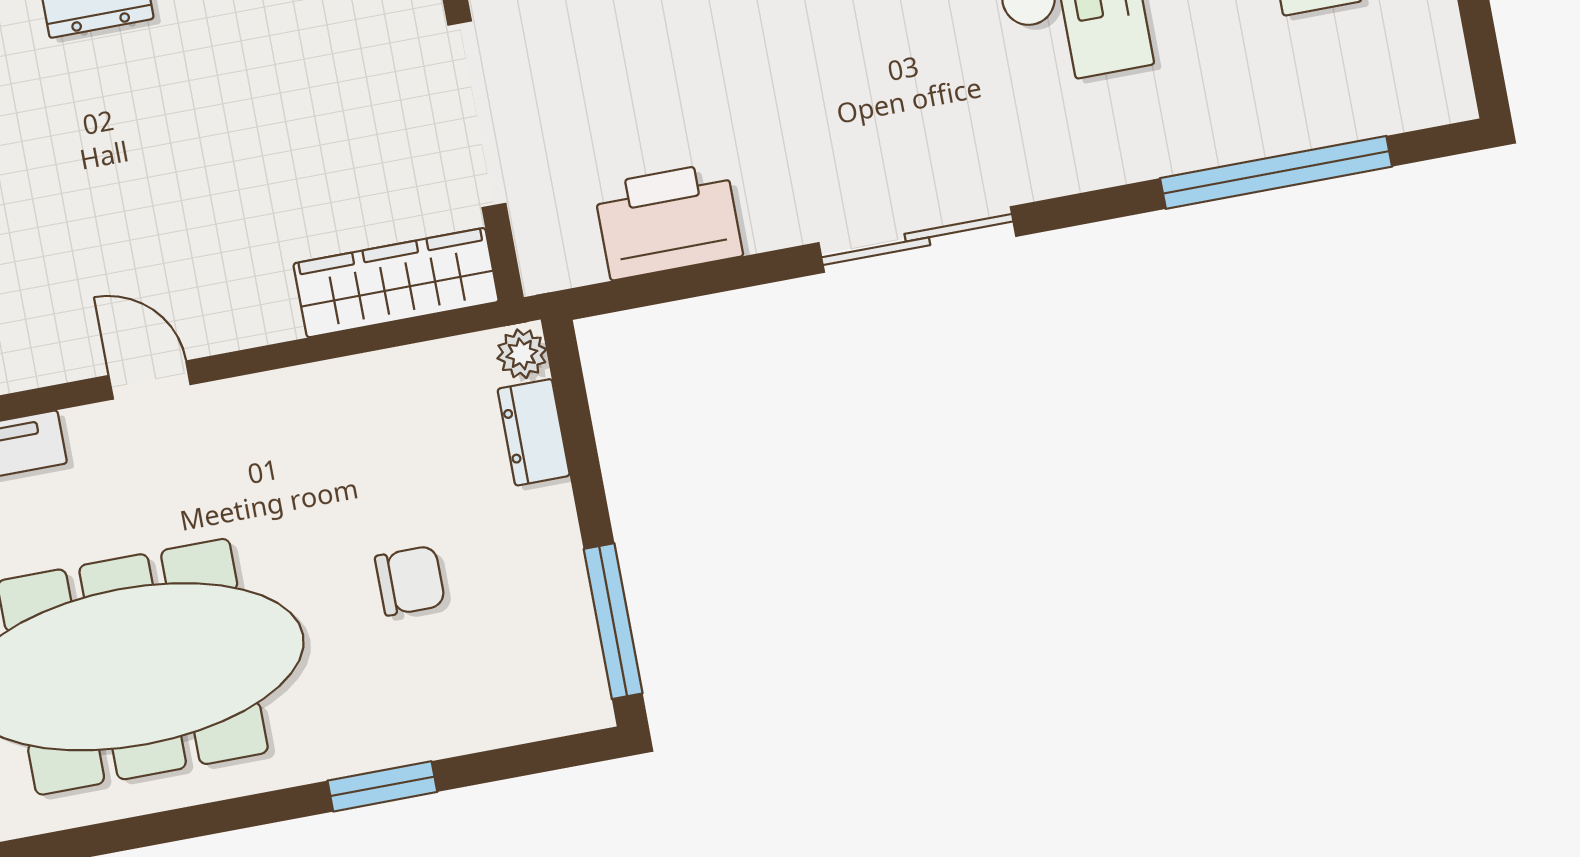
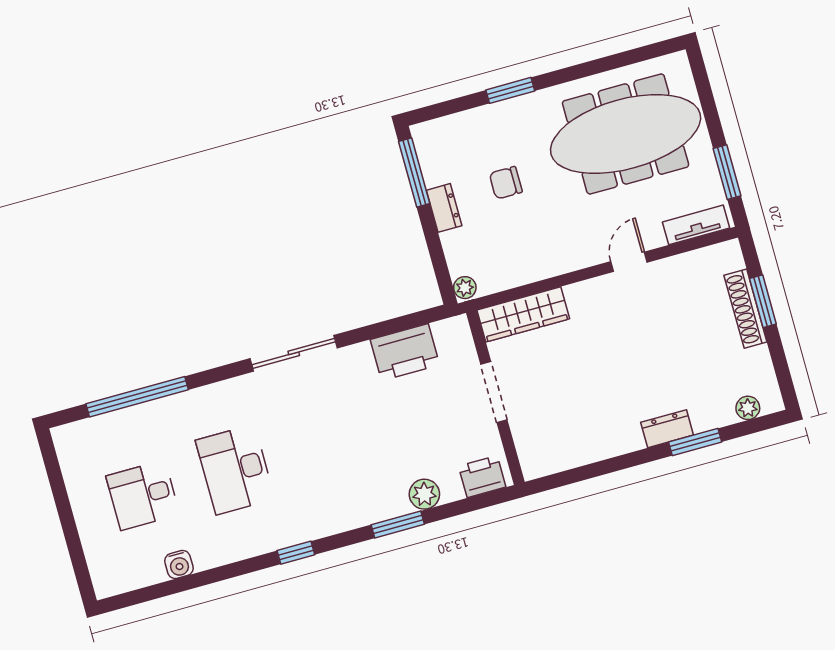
doorway: (477, 114) -> (494, 392), width x0.73
door: (150, 380) -> (629, 262), swing flipped
dresser: (534, 432) -> (444, 208), moved

